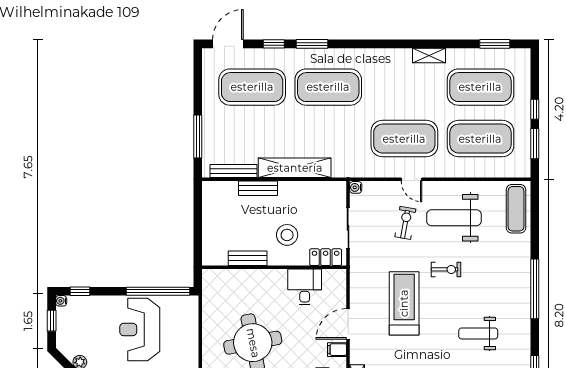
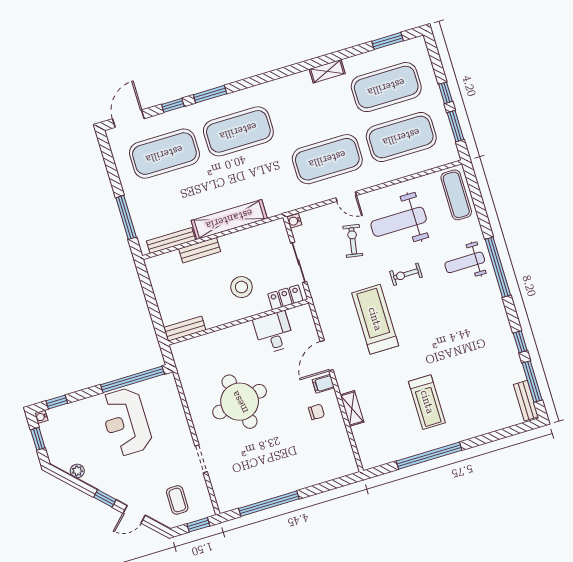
bench: (248, 258) -> (185, 329), moved
exercise bike: (446, 269) -> (406, 274), turned 180
weight bench: (478, 333) -> (465, 262), moved

